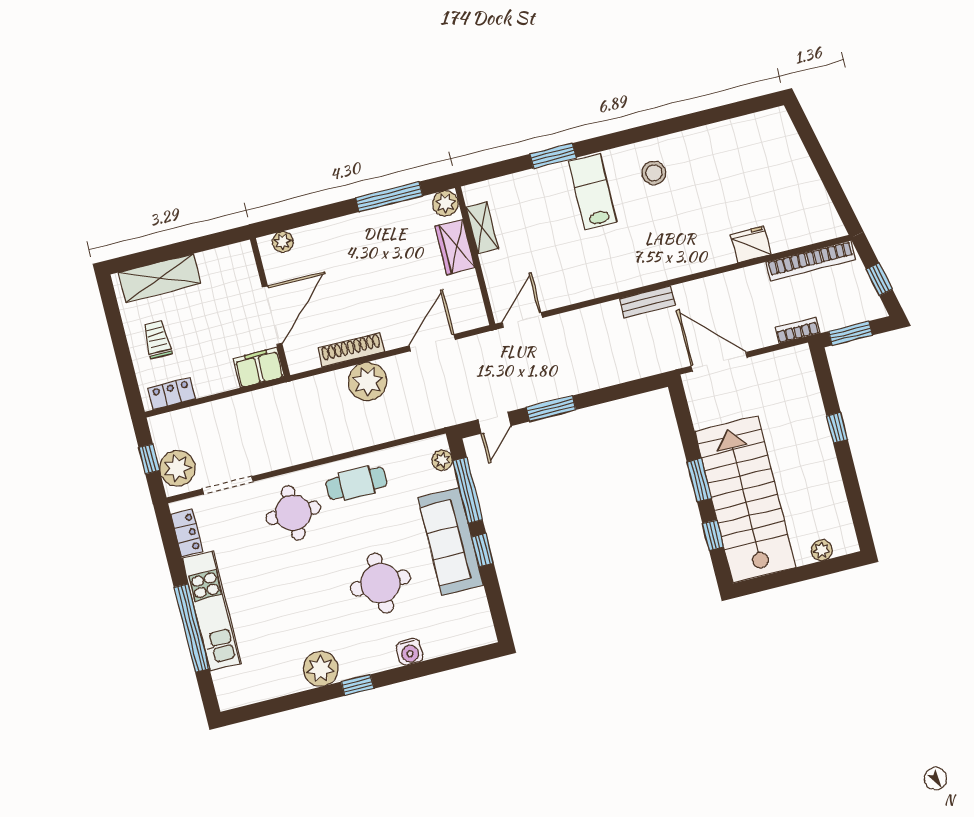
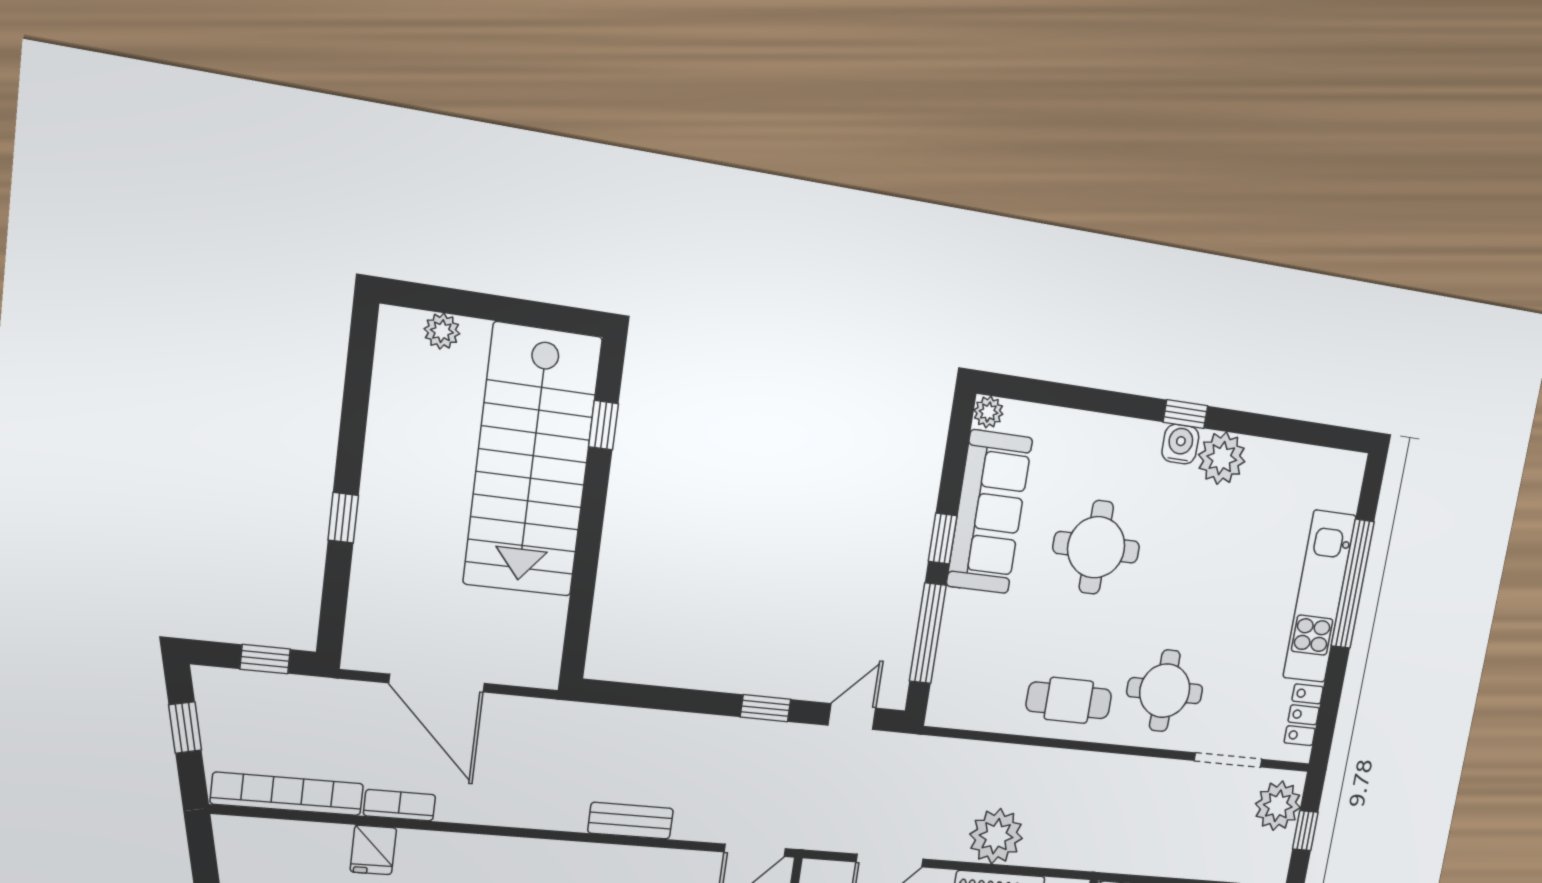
fridge: (751, 244) -> (373, 850), width x0.72
bench: (647, 302) -> (631, 821), moved
bookcase: (797, 330) -> (399, 805), moved, turned 180
window: (850, 333) -> (265, 659), width x0.67
door: (719, 362) -> (437, 683), moved
window: (551, 409) -> (765, 708), width x0.67
plant: (442, 460) -> (988, 412), moved
window: (699, 480) -> (592, 519), removed
sofa: (451, 541) -> (989, 512), moved
water cooler: (410, 652) -> (1180, 444), moved

